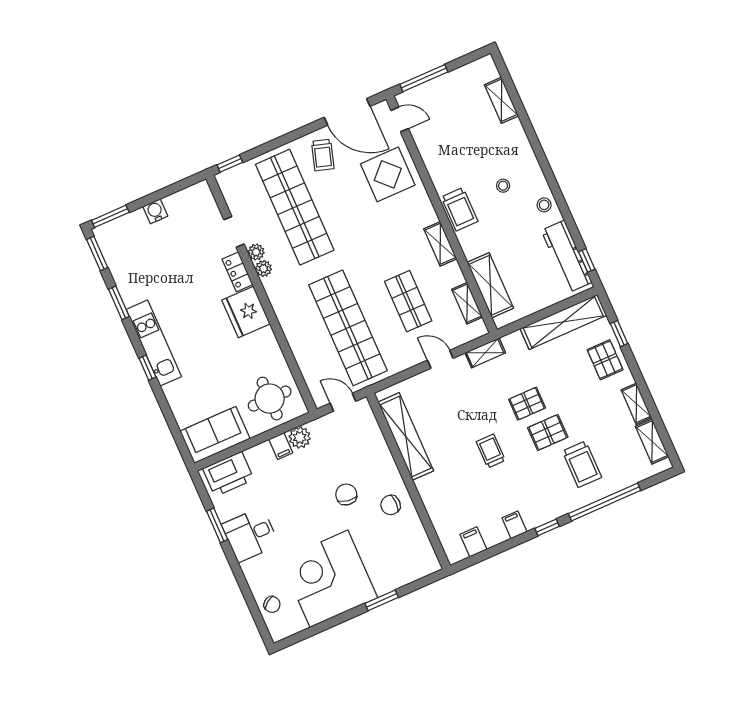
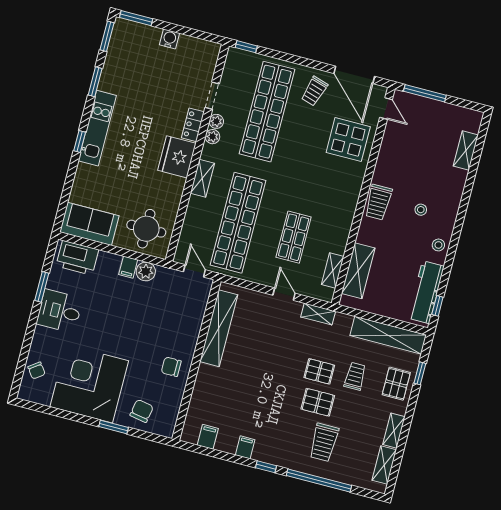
shelving: (440, 244) -> (202, 178), moved
trolley: (491, 451) -> (355, 376), moved
chair: (346, 494) -> (142, 411), moved

